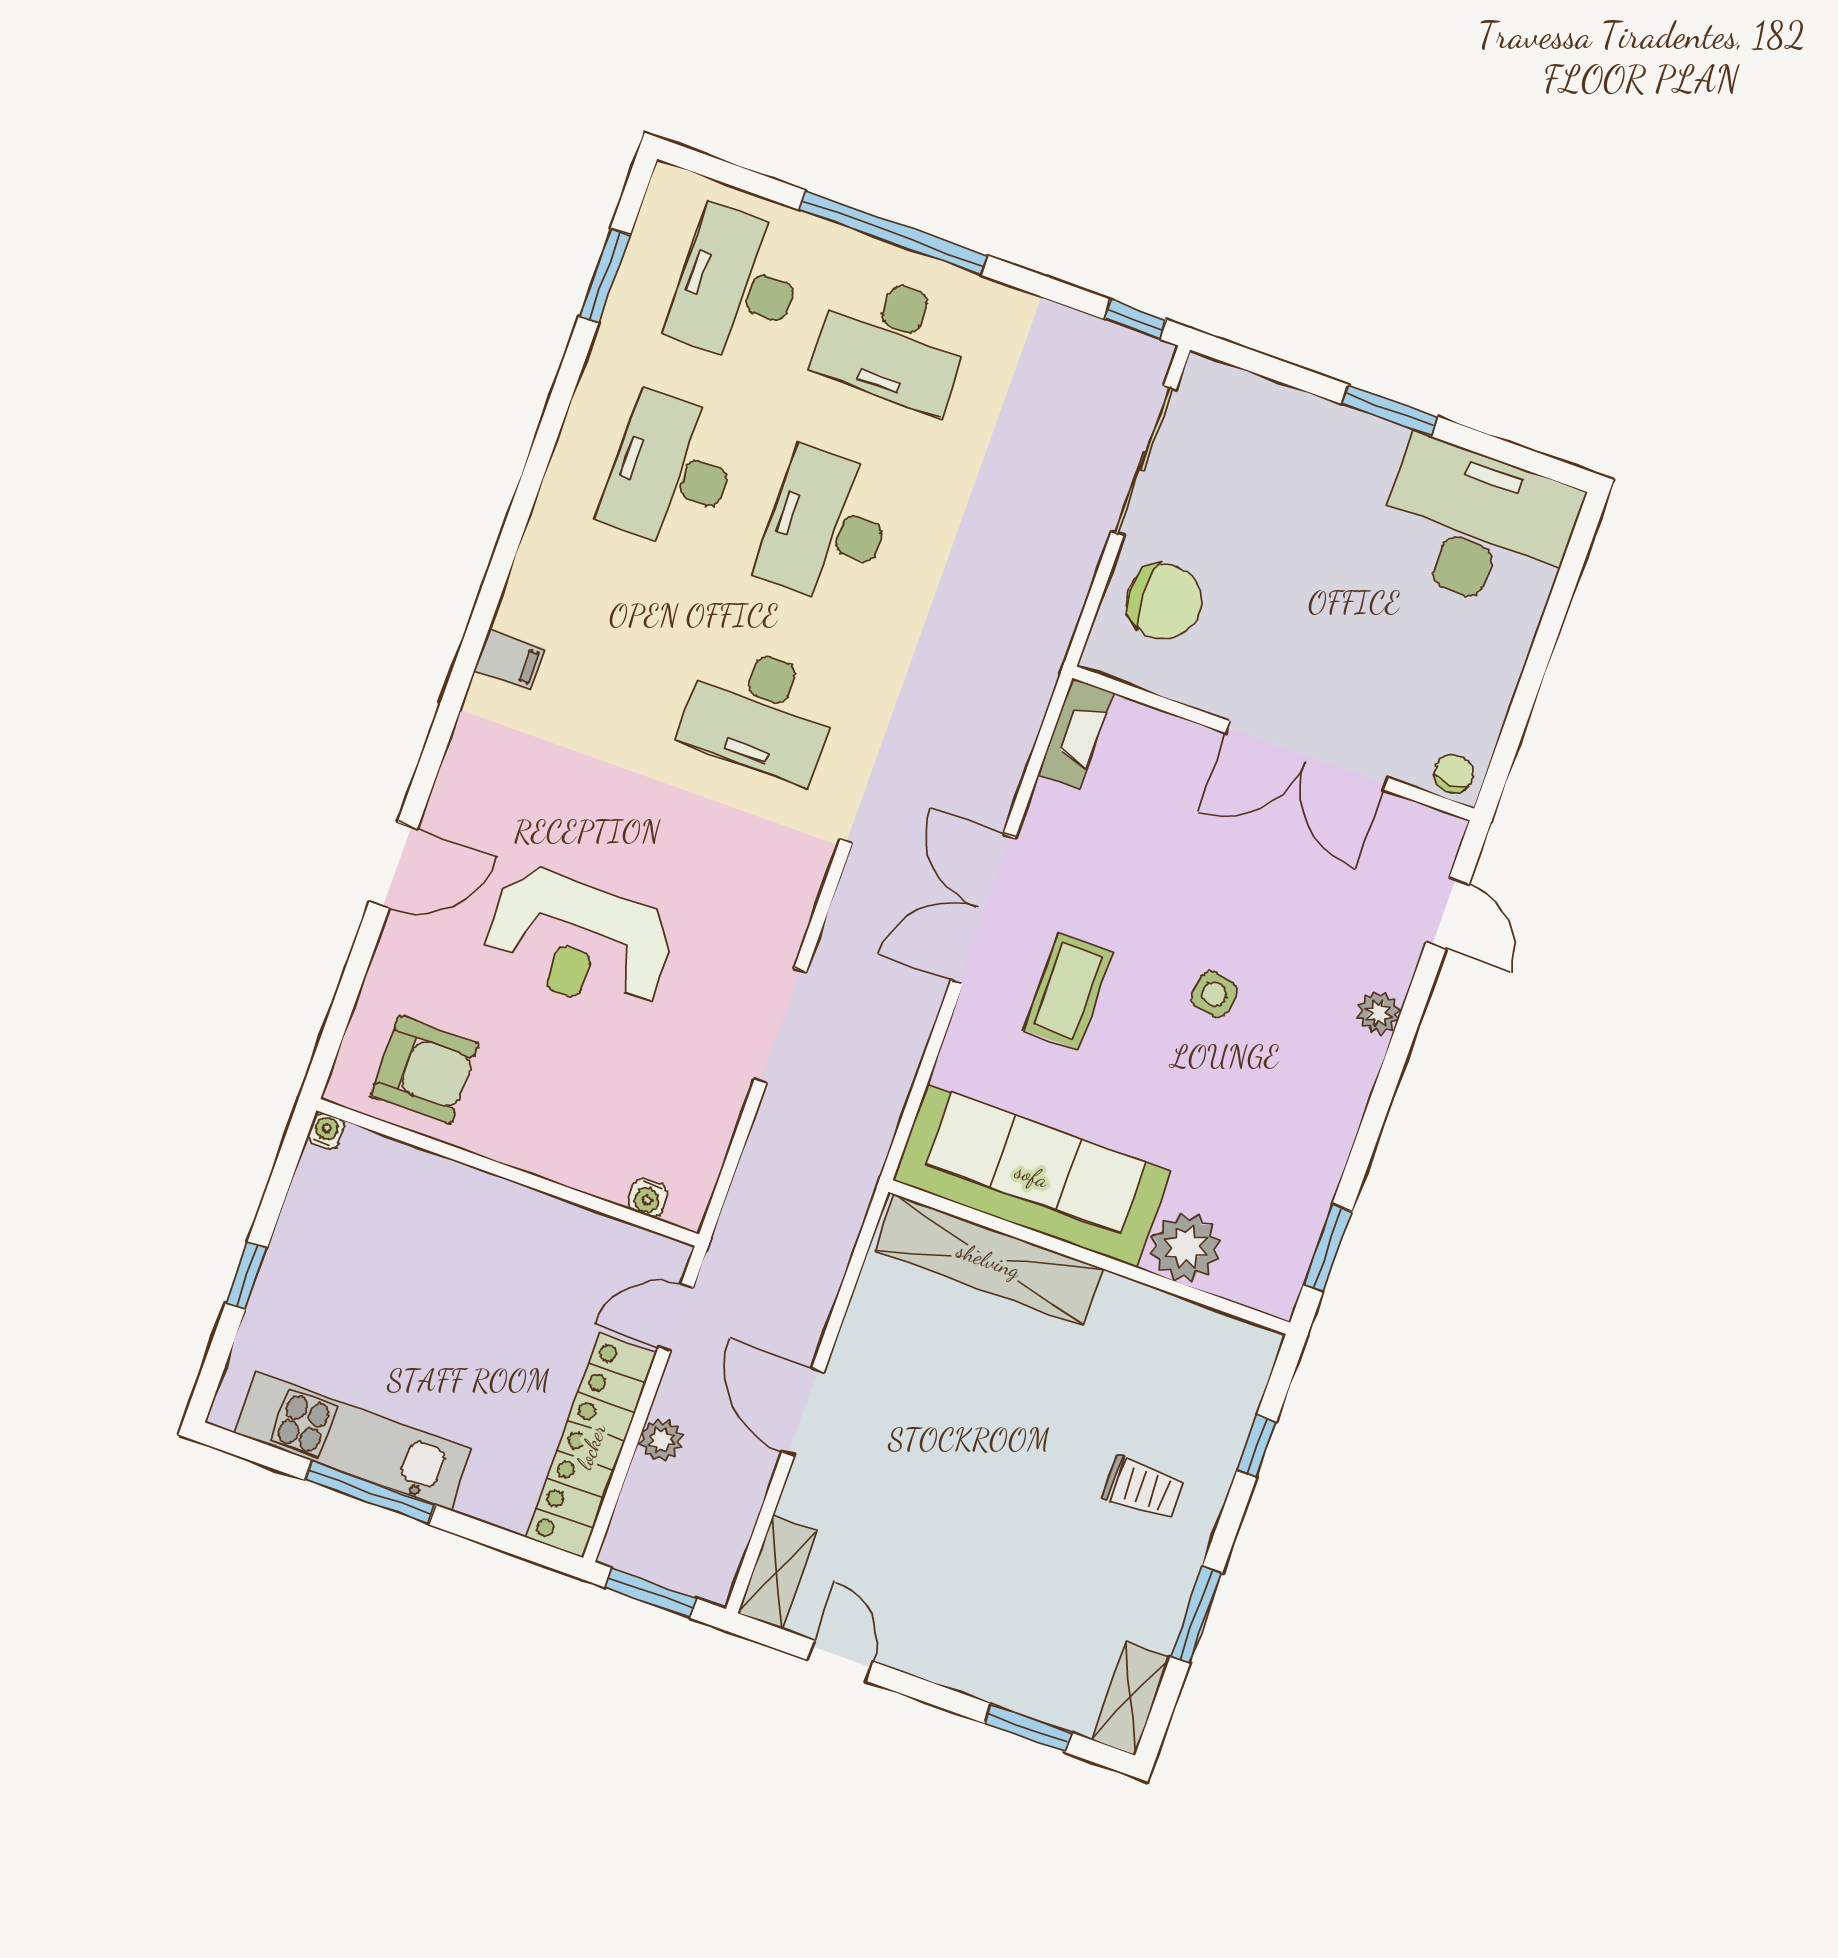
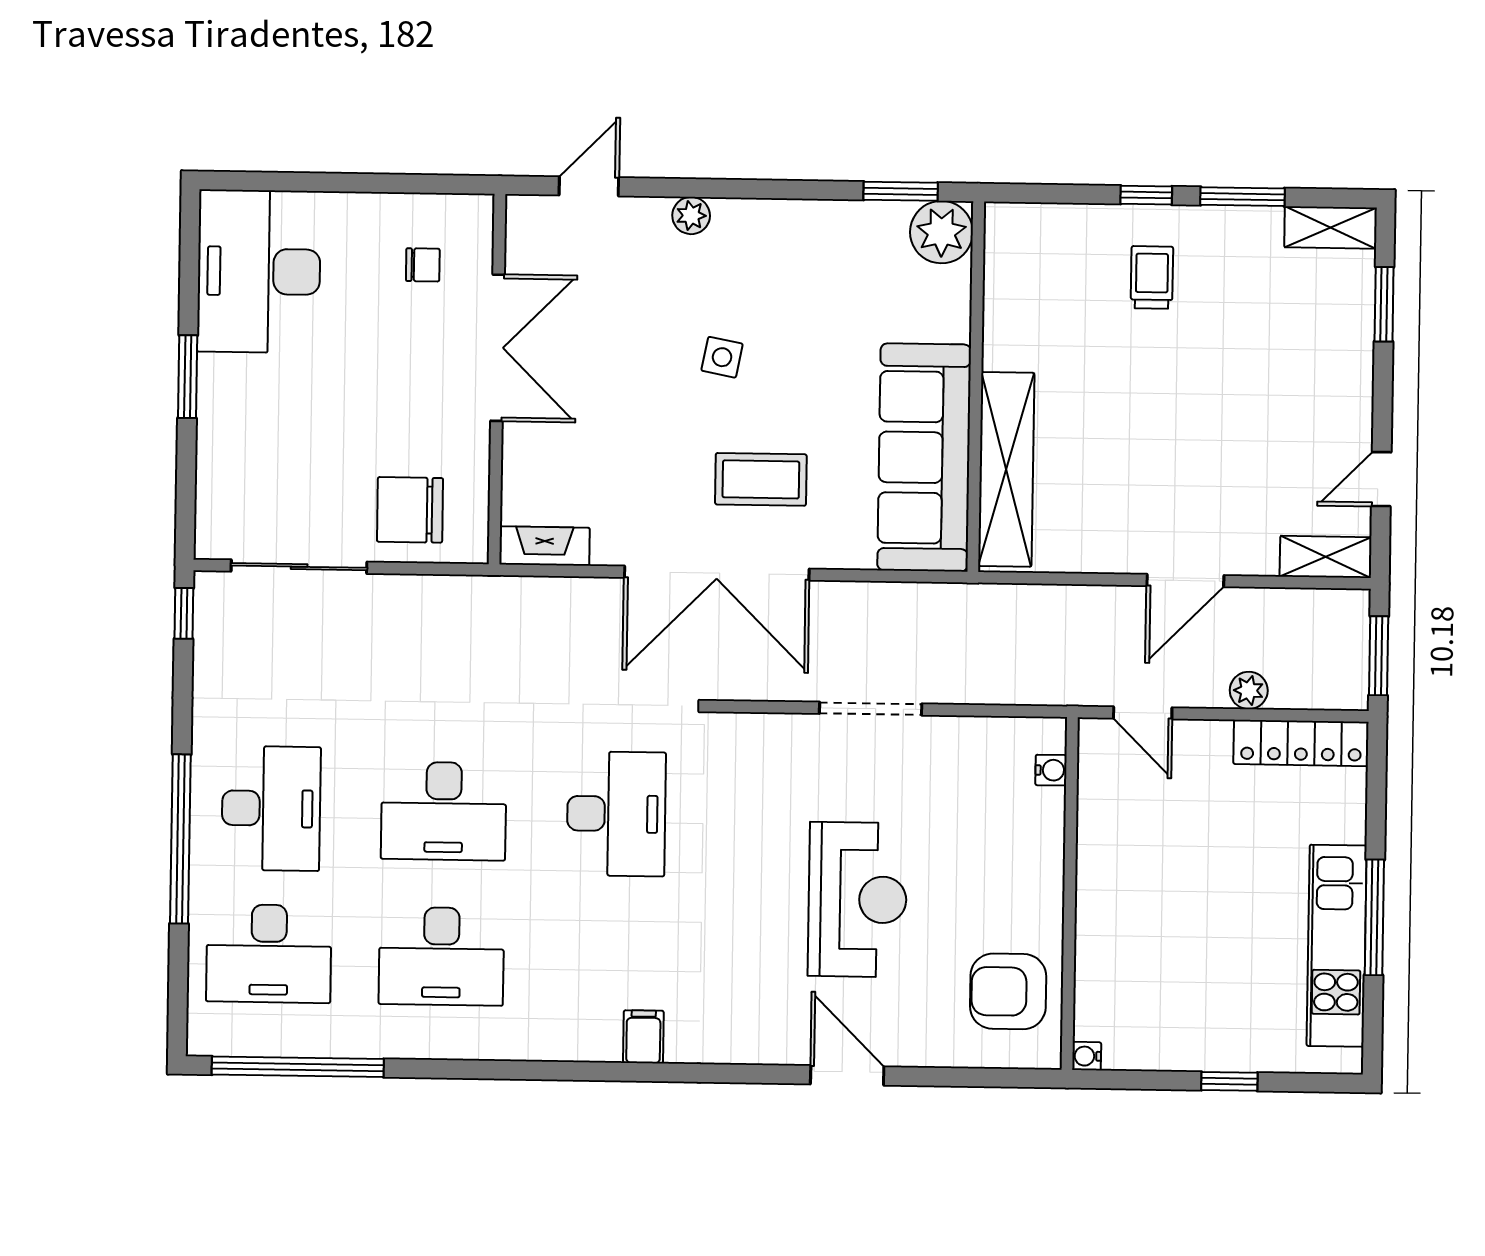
window: (604, 276) -> (298, 1067), width x2.11
chair: (1164, 601) -> (410, 510), turned -90
chair: (1454, 774) -> (423, 265), moved, turned 180
double door: (983, 909) -> (717, 573), width x1.36
armchair: (425, 1070) -> (1008, 991), turned -90
plant: (1186, 1247) -> (941, 232), moved
locker: (591, 1446) -> (1301, 743), width x0.71, depth x0.83
window: (1257, 1446) -> (1146, 195), moved

